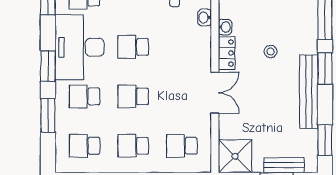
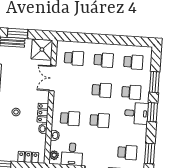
desk: (79, 47) -> (136, 113), width x0.53, depth x0.77
school desk: (182, 47) -> (70, 118), added
double door: (215, 93) -> (52, 78), moved

